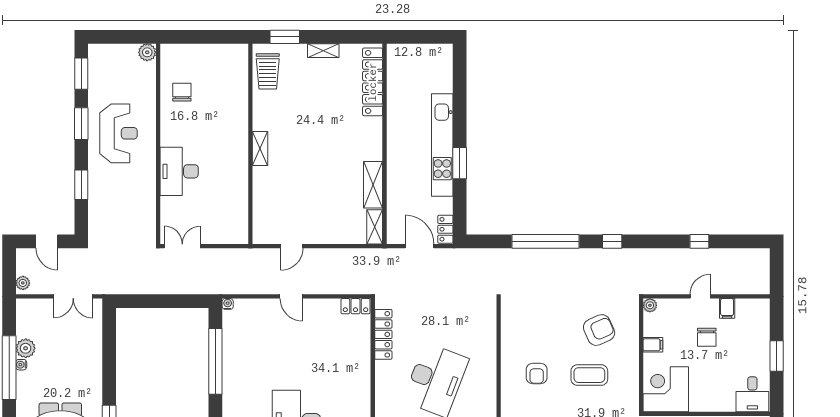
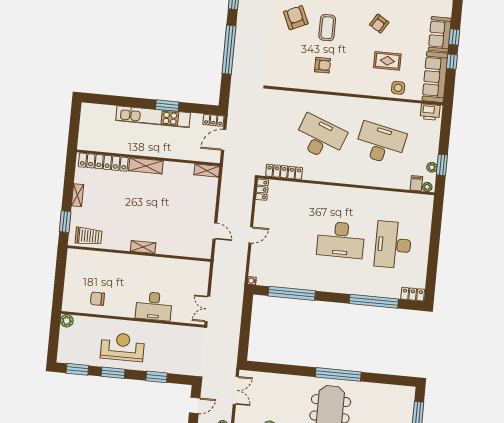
shelving: (373, 185) -> (146, 166), moved

